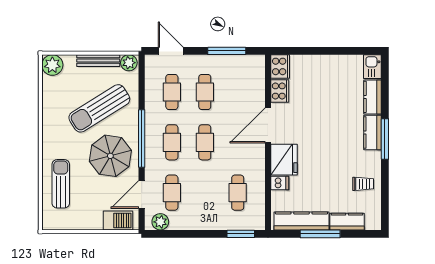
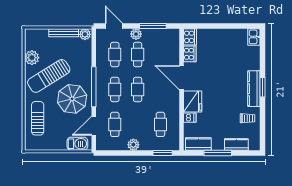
plant: (202, 62) -> (136, 34), added
plant: (52, 65) -> (32, 58), moved
kitchen counter: (373, 97) -> (254, 58), removed
sun lounger: (99, 108) -> (49, 76), moved
door: (268, 125) -> (181, 78), hinge flipped
kitchen counter: (372, 133) -> (254, 89), width x1.50
window: (385, 139) -> (263, 87), width x0.69
kitchen counter: (301, 221) -> (198, 144), width x0.67
plant: (160, 222) -> (133, 145), moved

